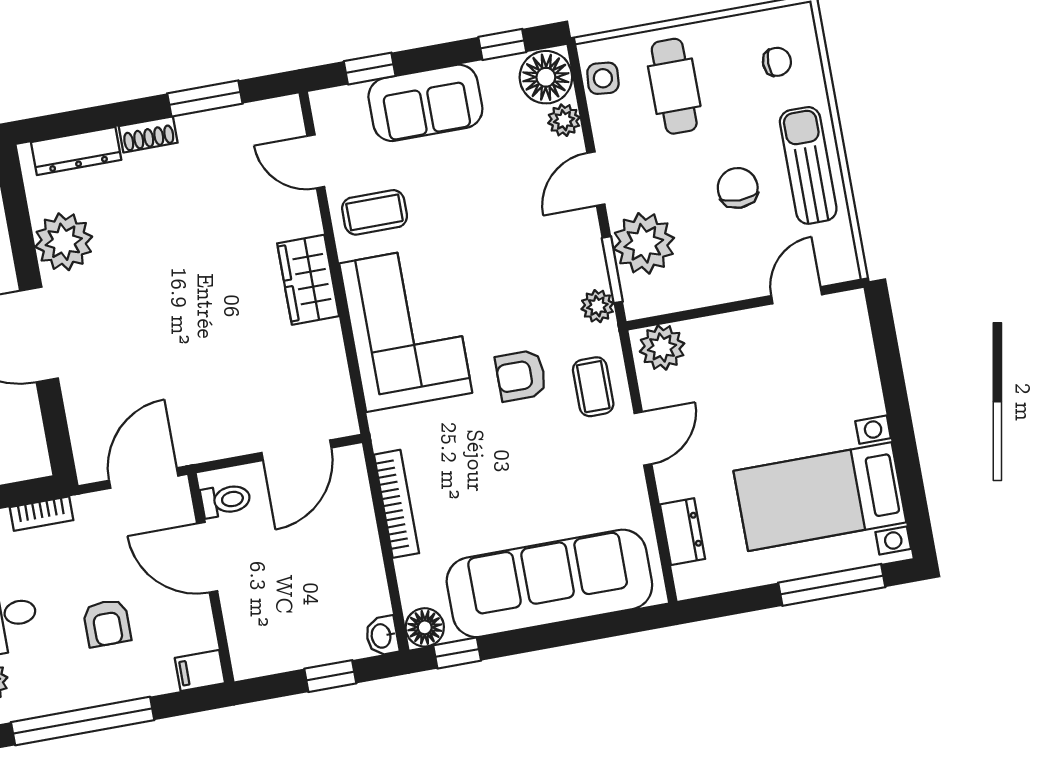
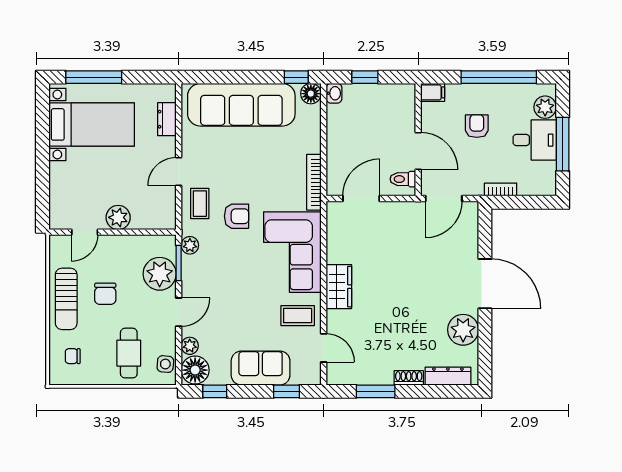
plant: (662, 348) -> (118, 217), moved
bookcase: (396, 504) -> (314, 182), moved

